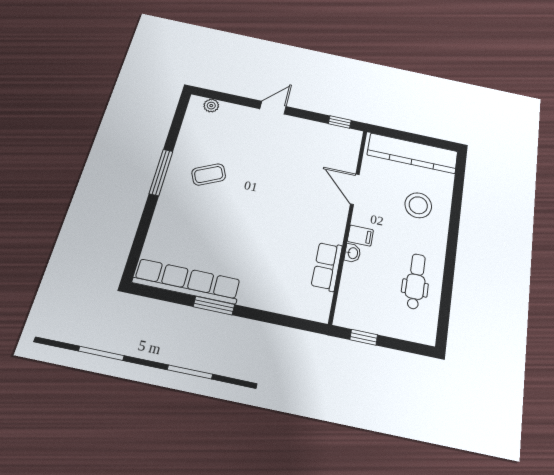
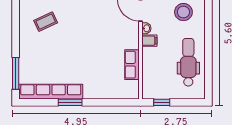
window: (161, 172) -> (16, 73), moved
washbasin: (353, 253) -> (146, 28), moved
dental chair: (416, 281) -> (188, 62), width x1.36, depth x1.38

